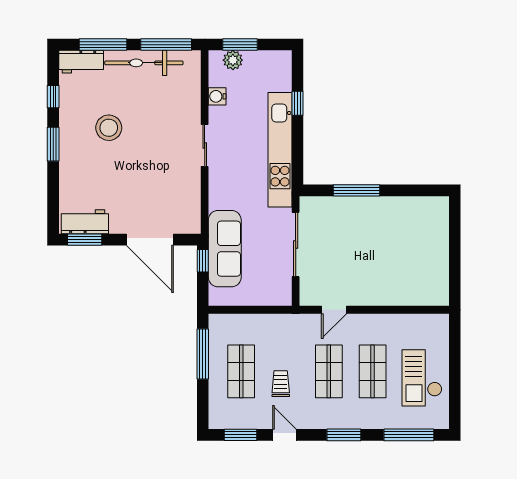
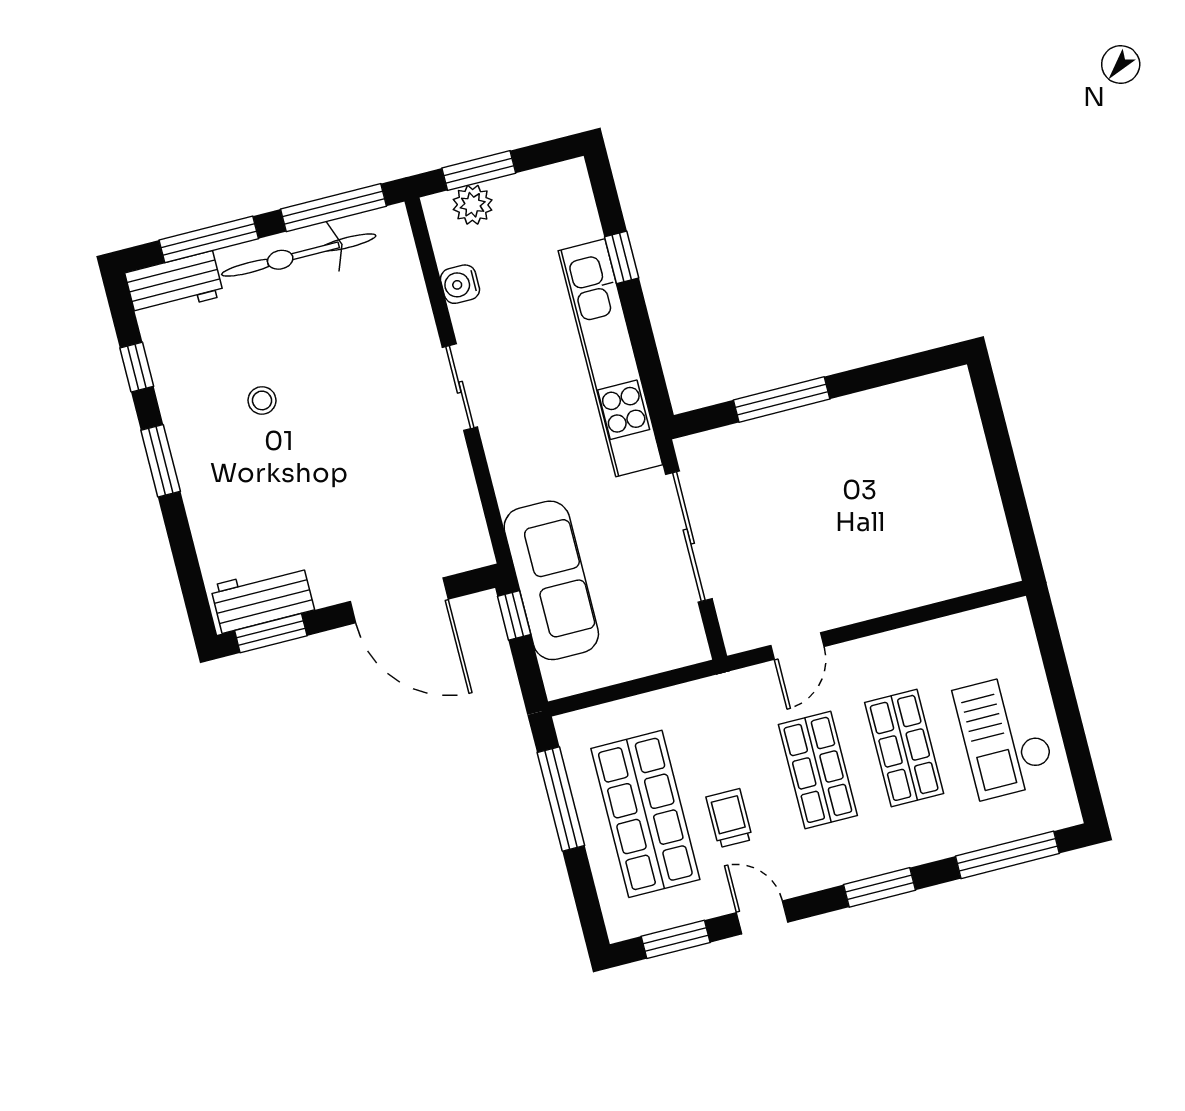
stool: (109, 128) -> (262, 400), width x0.53, depth x0.53
shop shelf: (241, 371) -> (645, 814), width x1.43, depth x1.36

